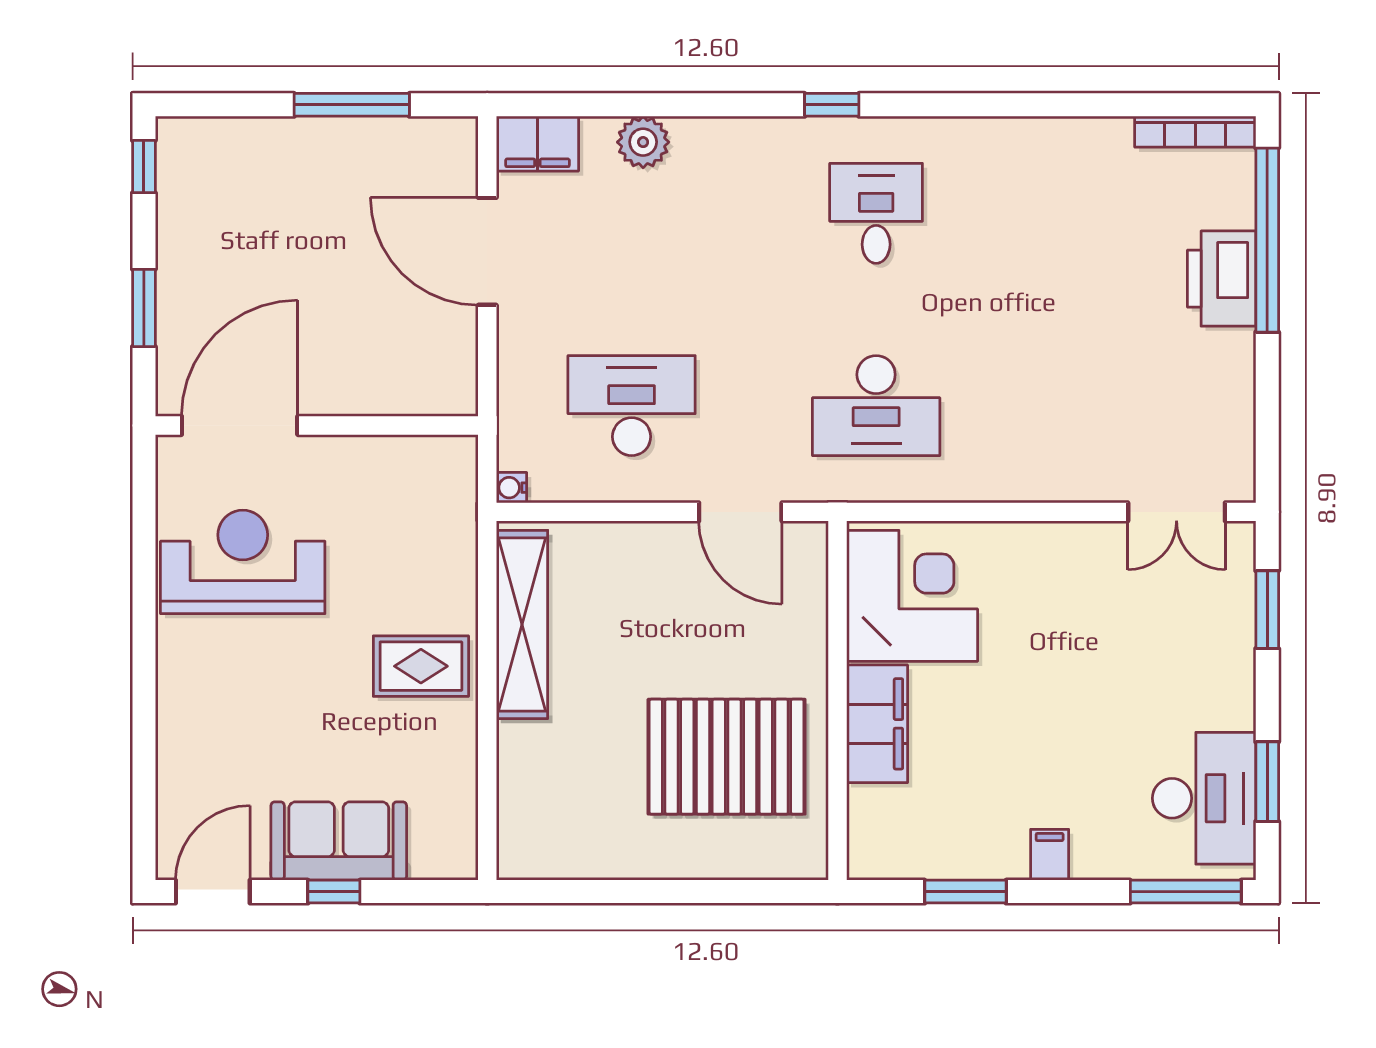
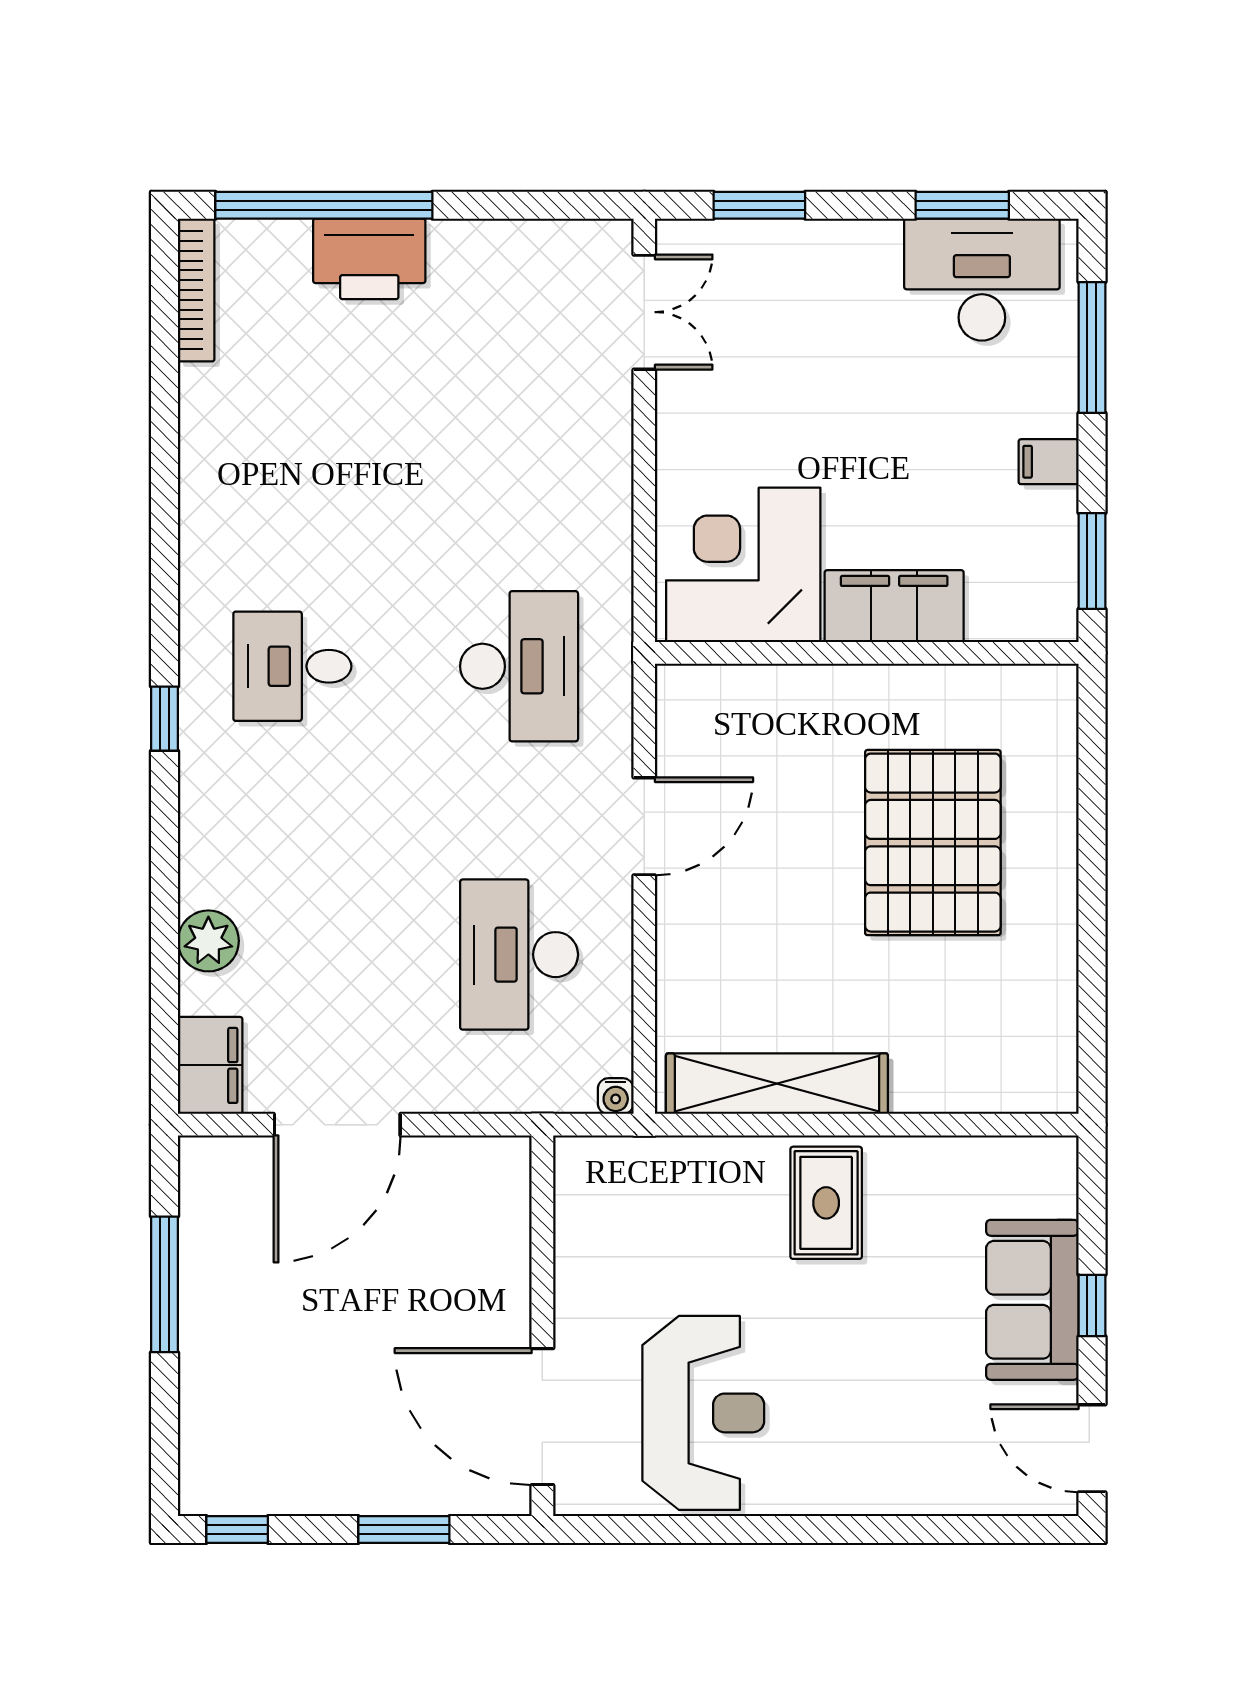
reception desk: (243, 562) -> (703, 1413), turned 180
corner desk: (912, 596) -> (743, 565), moved
wall: (837, 701) -> (867, 653), moved
filing cabinet: (877, 724) -> (894, 606), moved
window: (1186, 892) -> (1092, 348), moved

